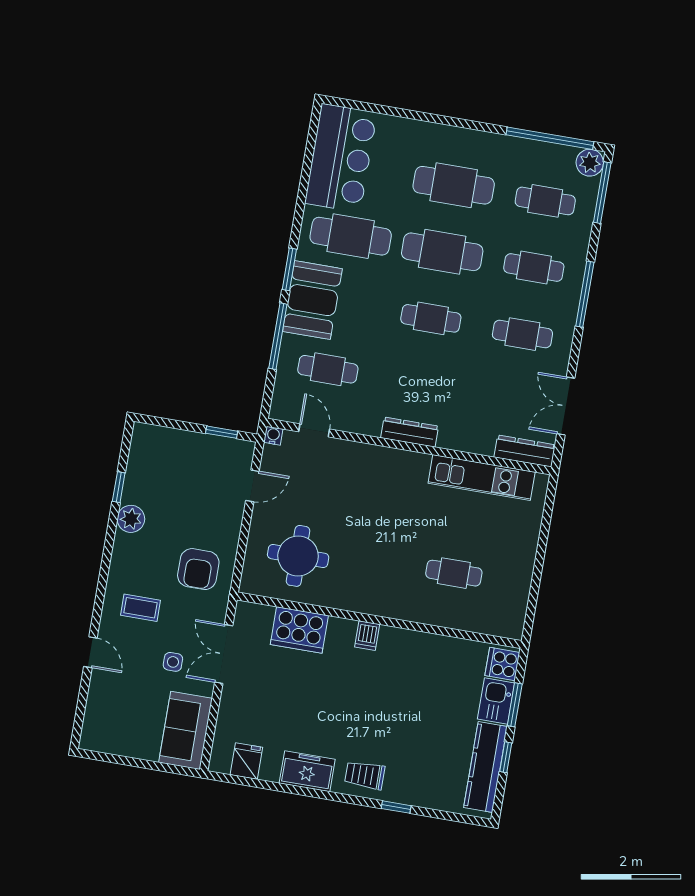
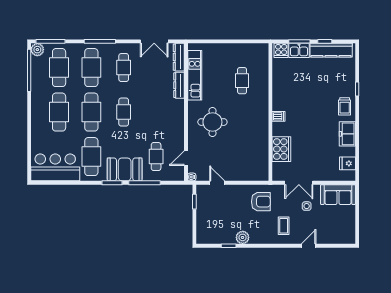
cafe table: (545, 201) -> (59, 68), width x1.37, depth x1.35
cafe table: (534, 267) -> (91, 68), width x1.37, depth x1.35
dresser: (410, 432) -> (179, 85), moved
round table: (298, 556) -> (212, 122), moved

